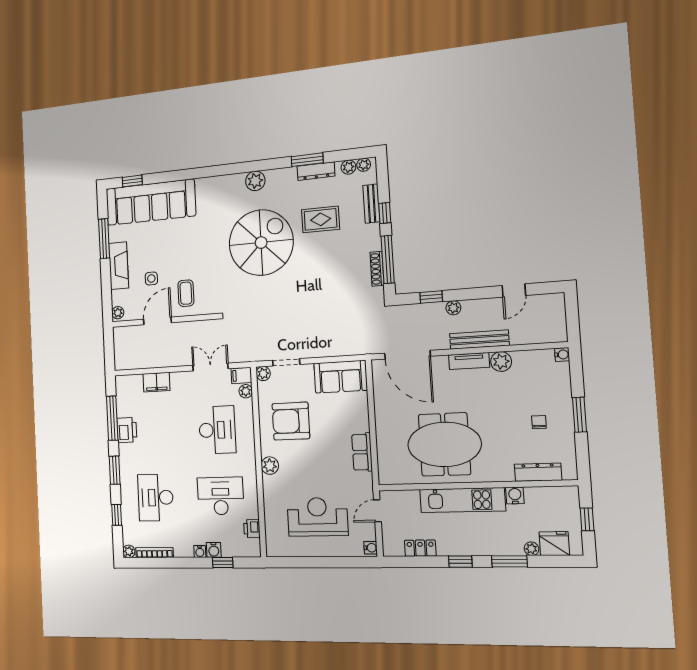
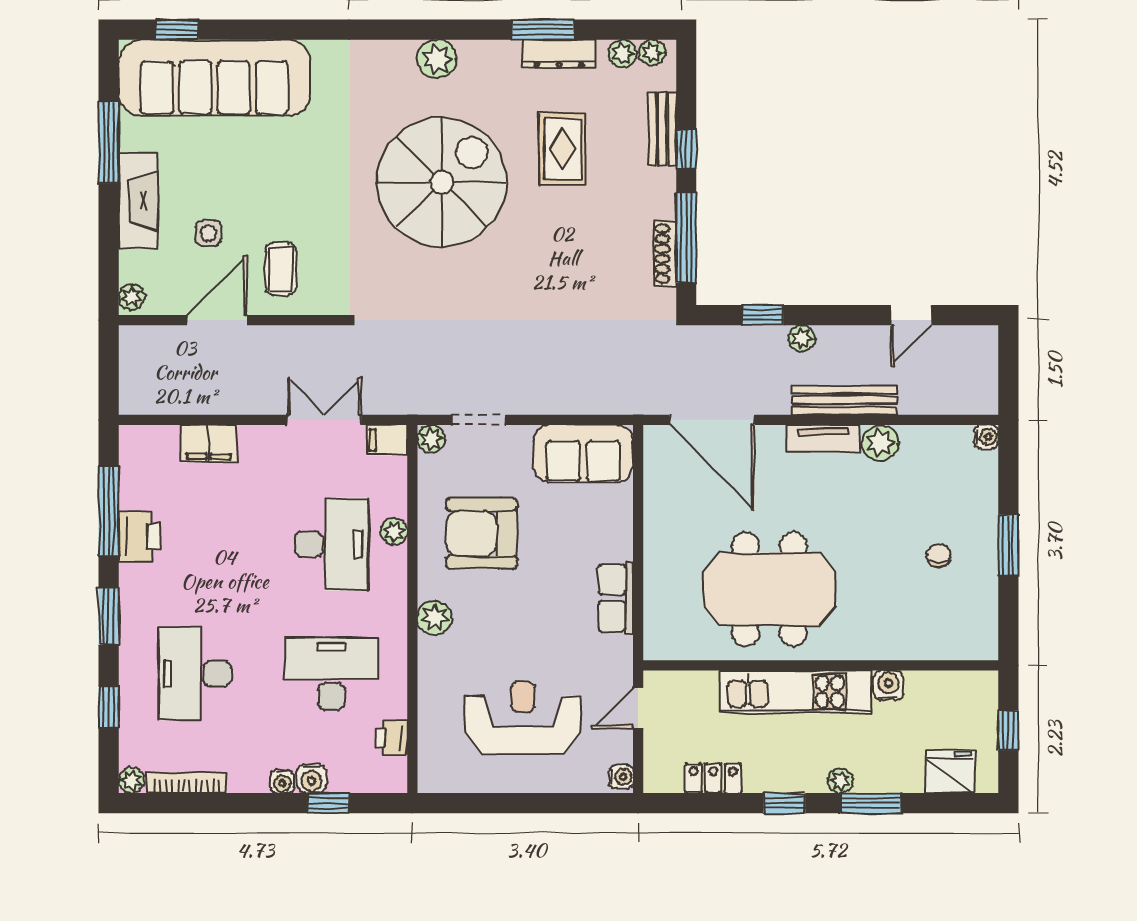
rug: (321, 219) -> (562, 149), turned 90
plant: (246, 391) -> (394, 531), moved
dresser: (538, 472) -> (931, 645), removed
plant: (531, 549) -> (840, 781), moved

